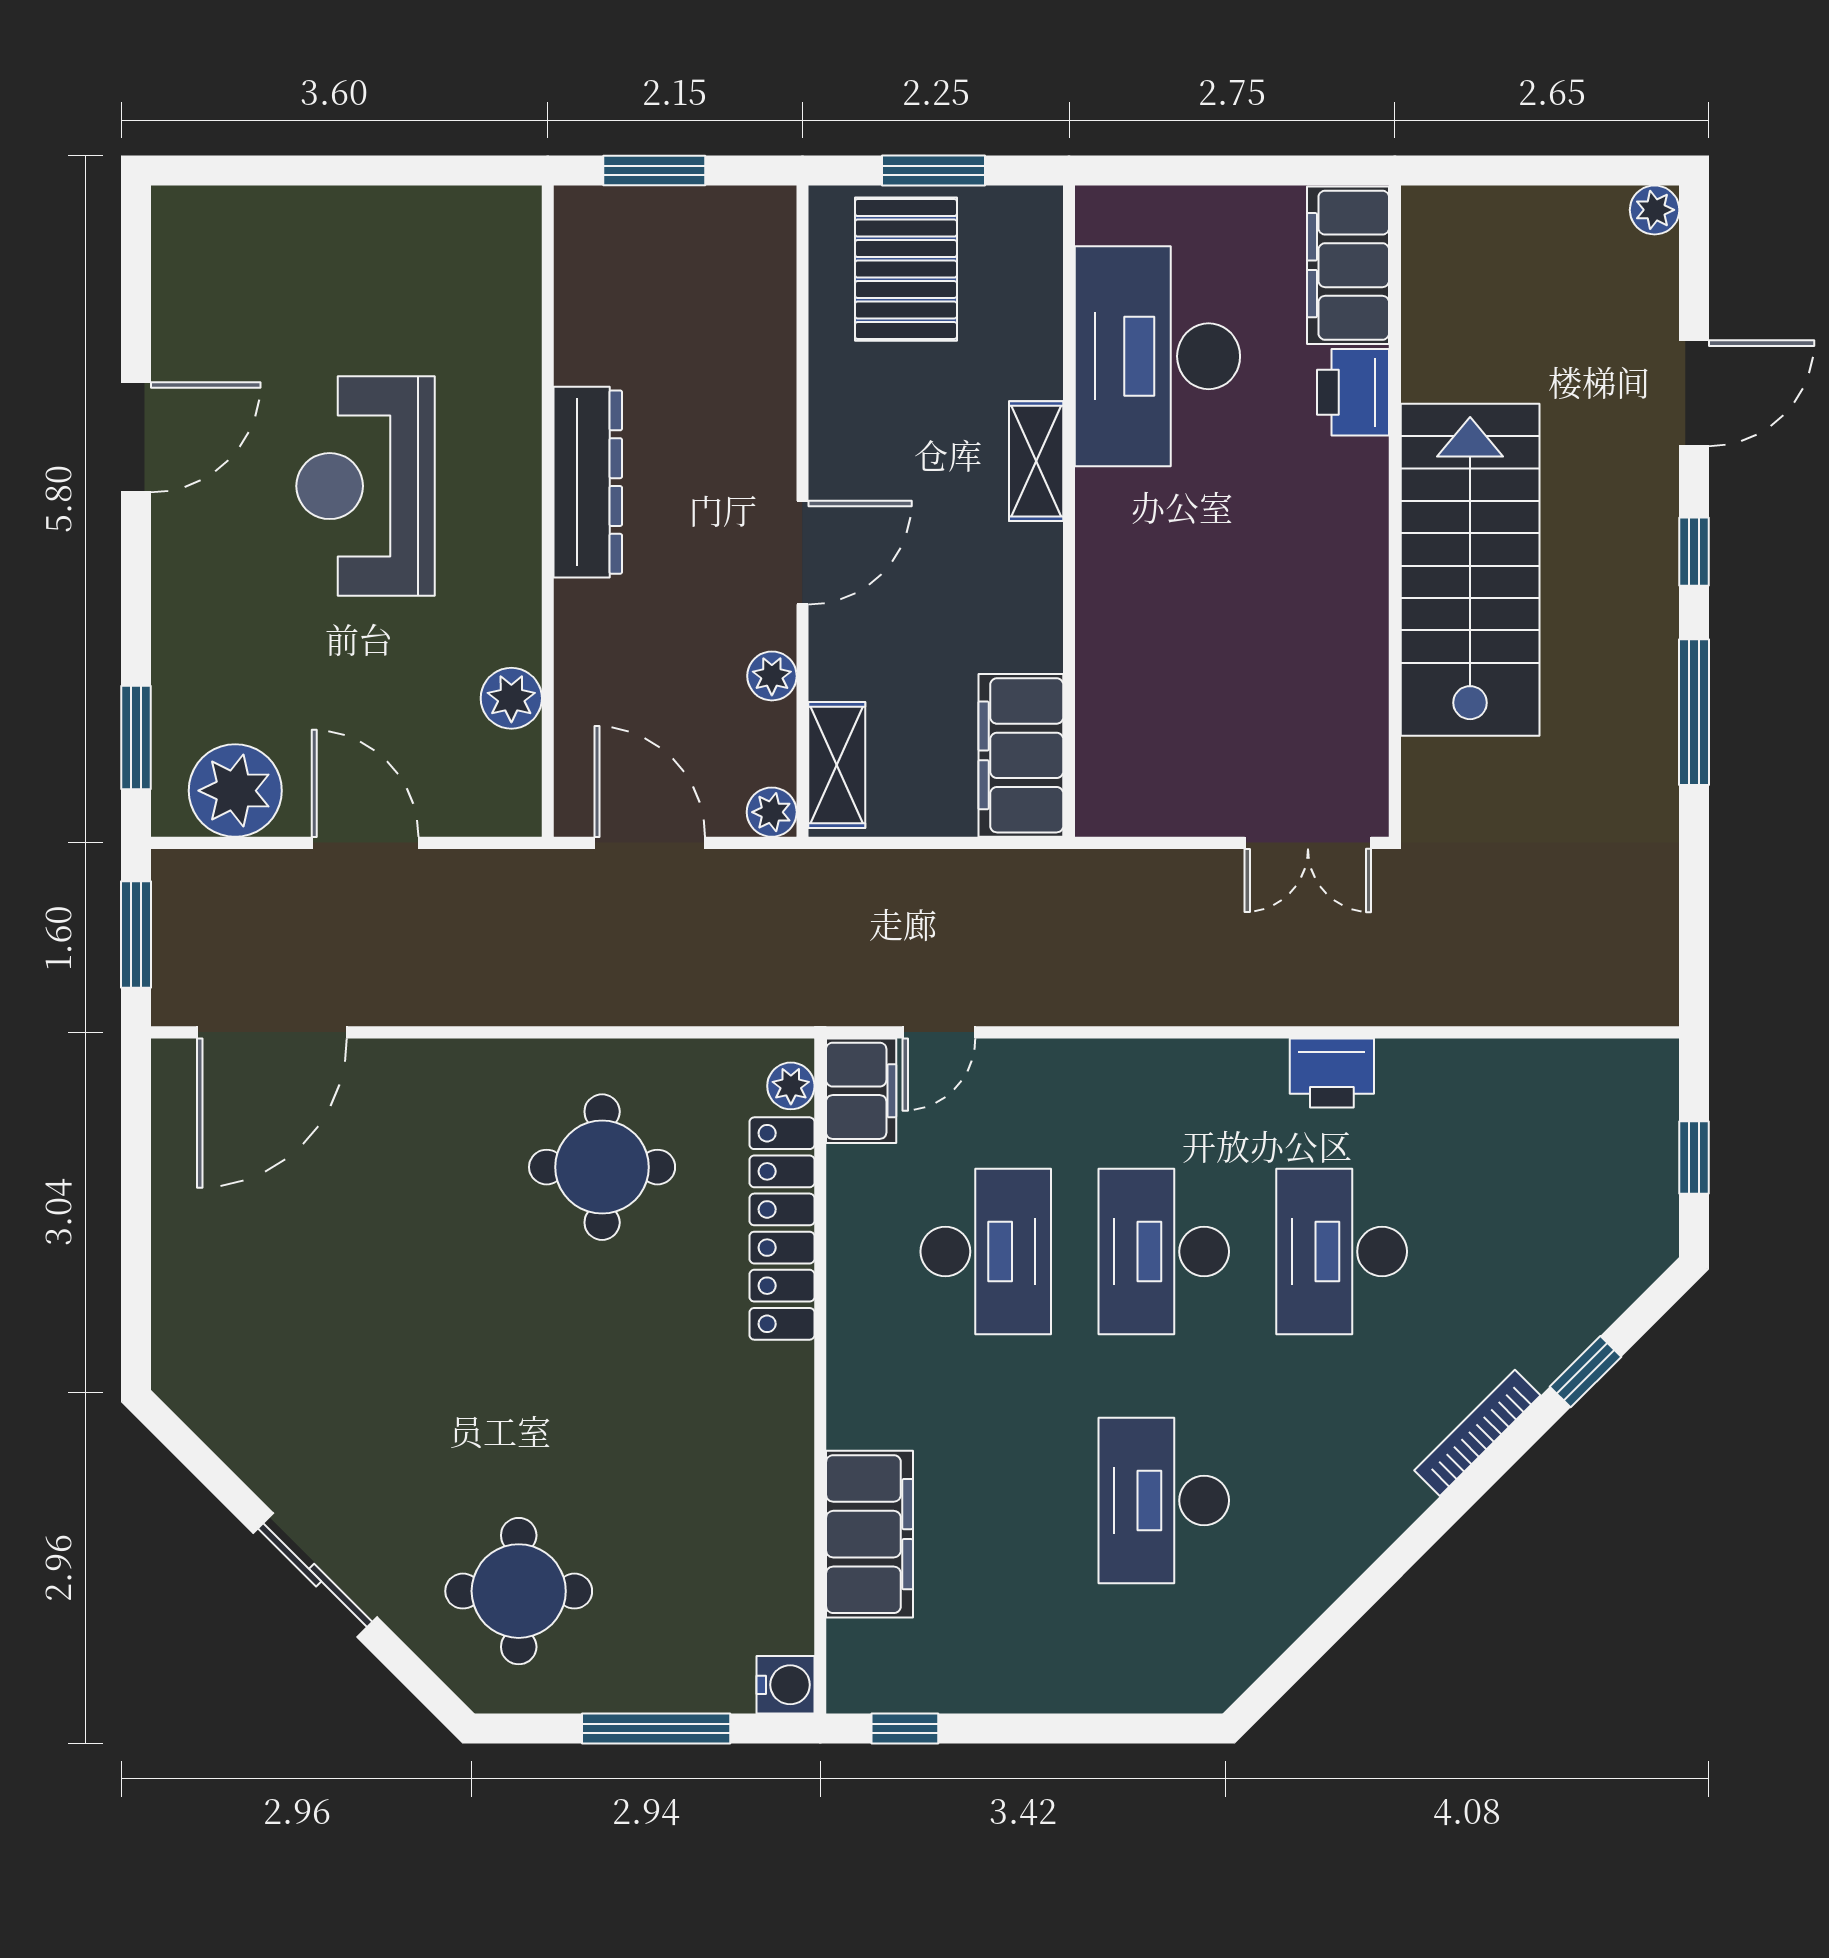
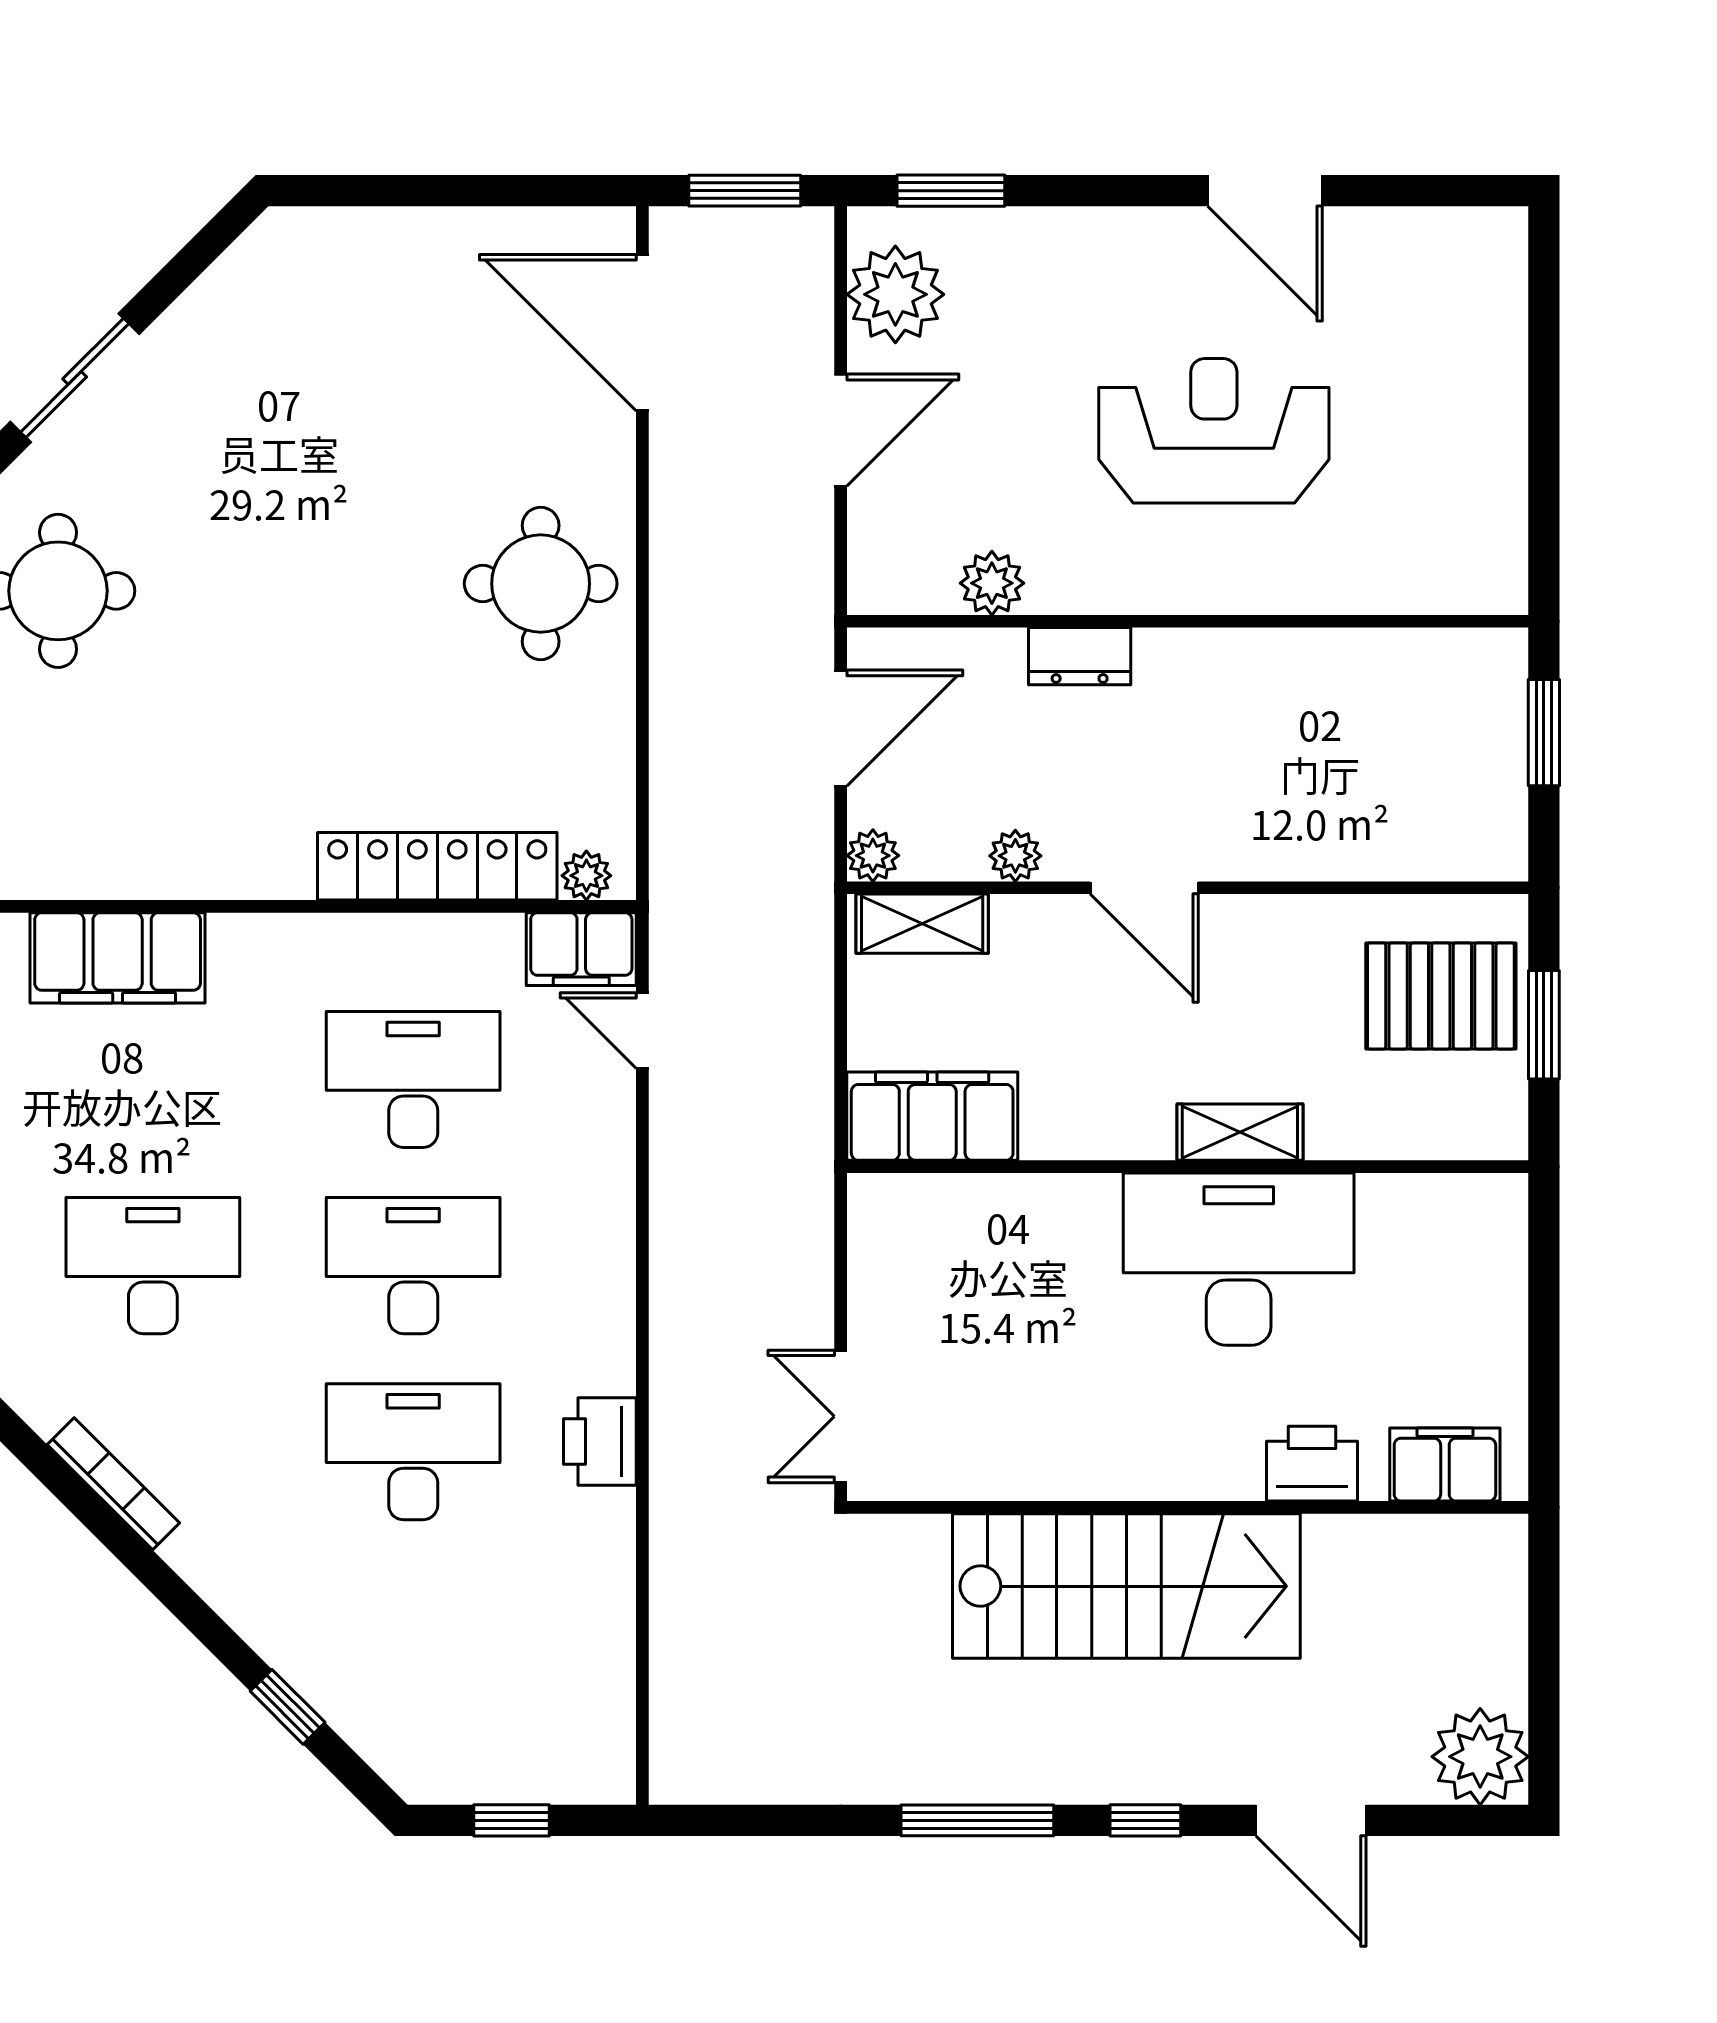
plant: (1655, 210) -> (1480, 1757), width x1.87, depth x1.87
filing cabinet: (1348, 265) -> (1445, 1465), width x0.67, depth x0.86
desk: (1157, 356) -> (1239, 1259), moved
dresser: (588, 482) -> (1080, 656), moved, width x0.51, depth x0.80
round table: (602, 1167) -> (541, 584), moved
desk: (986, 1252) -> (413, 1079), turned 180
bookcase: (1477, 1433) -> (113, 1484), moved

